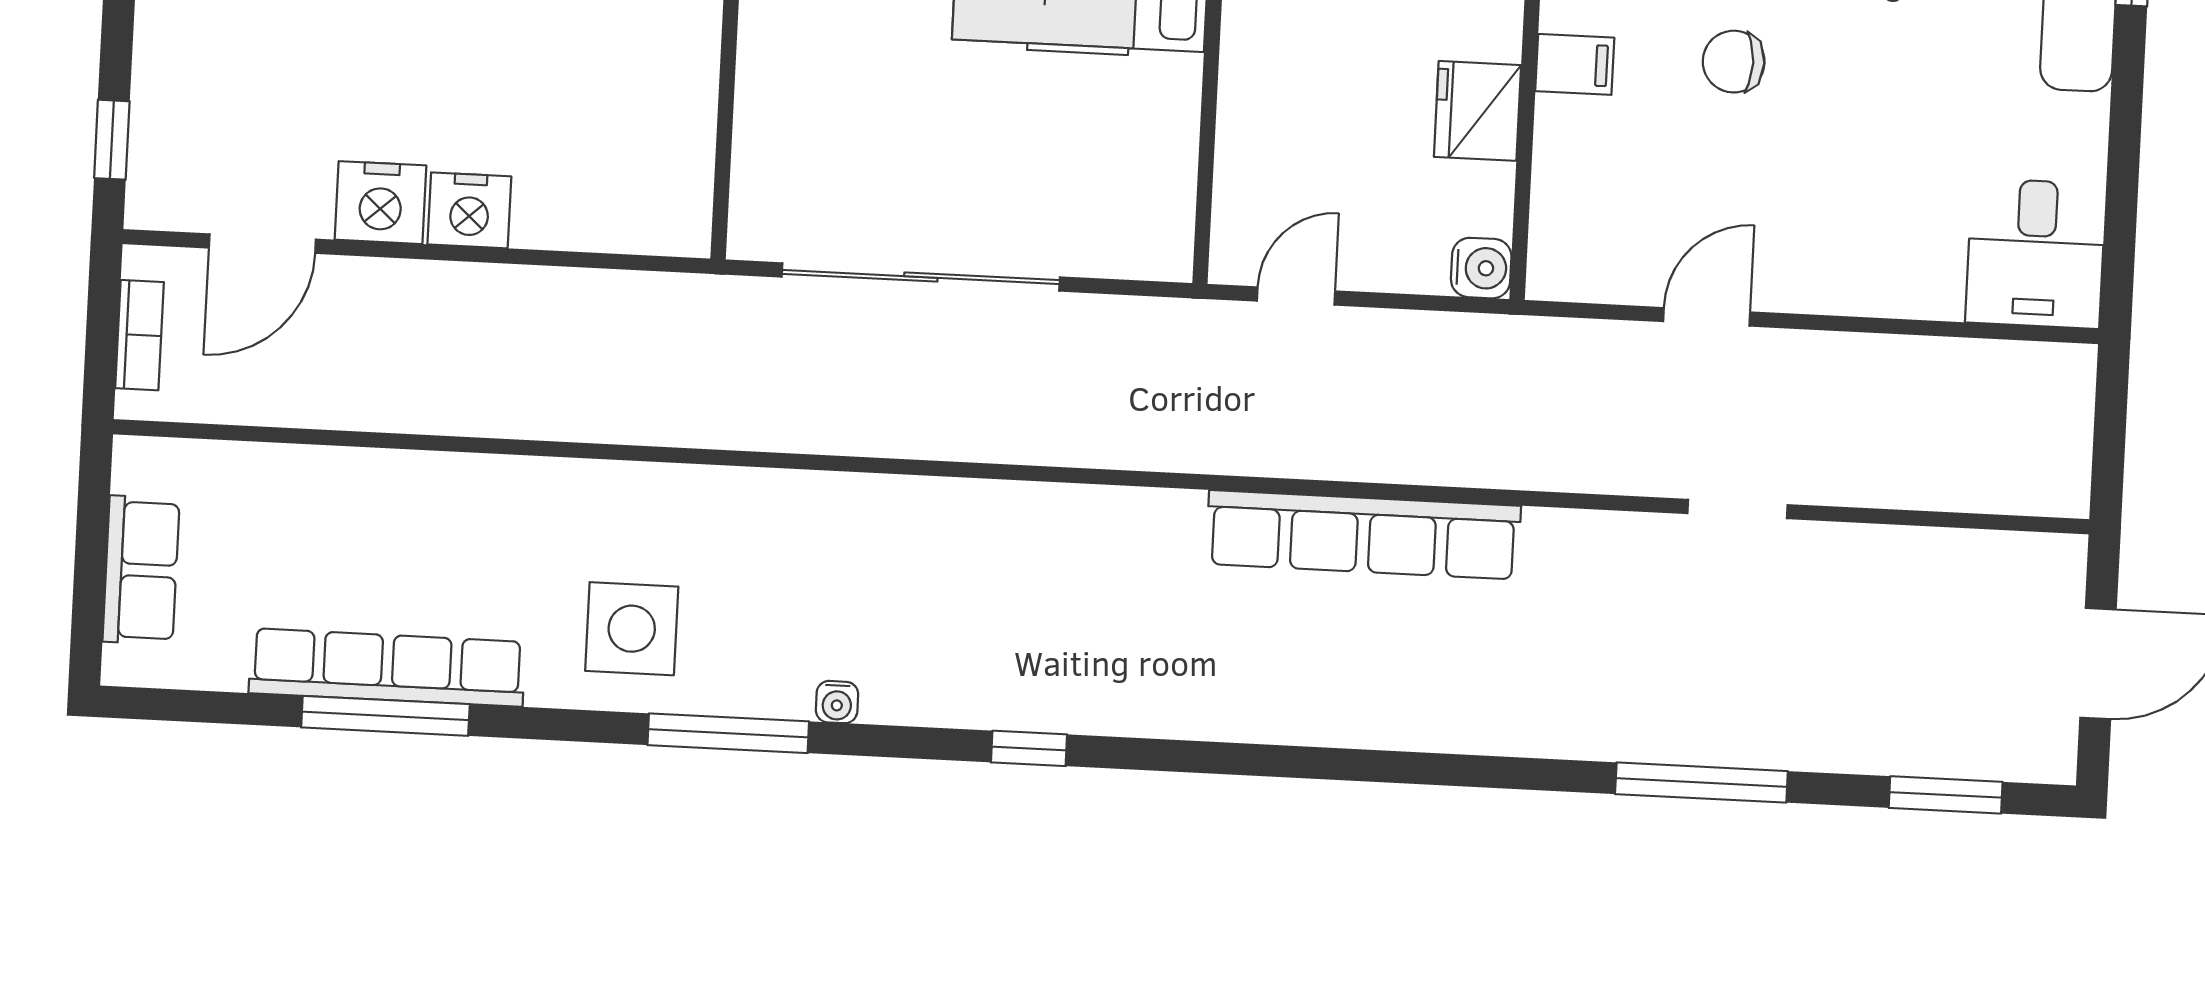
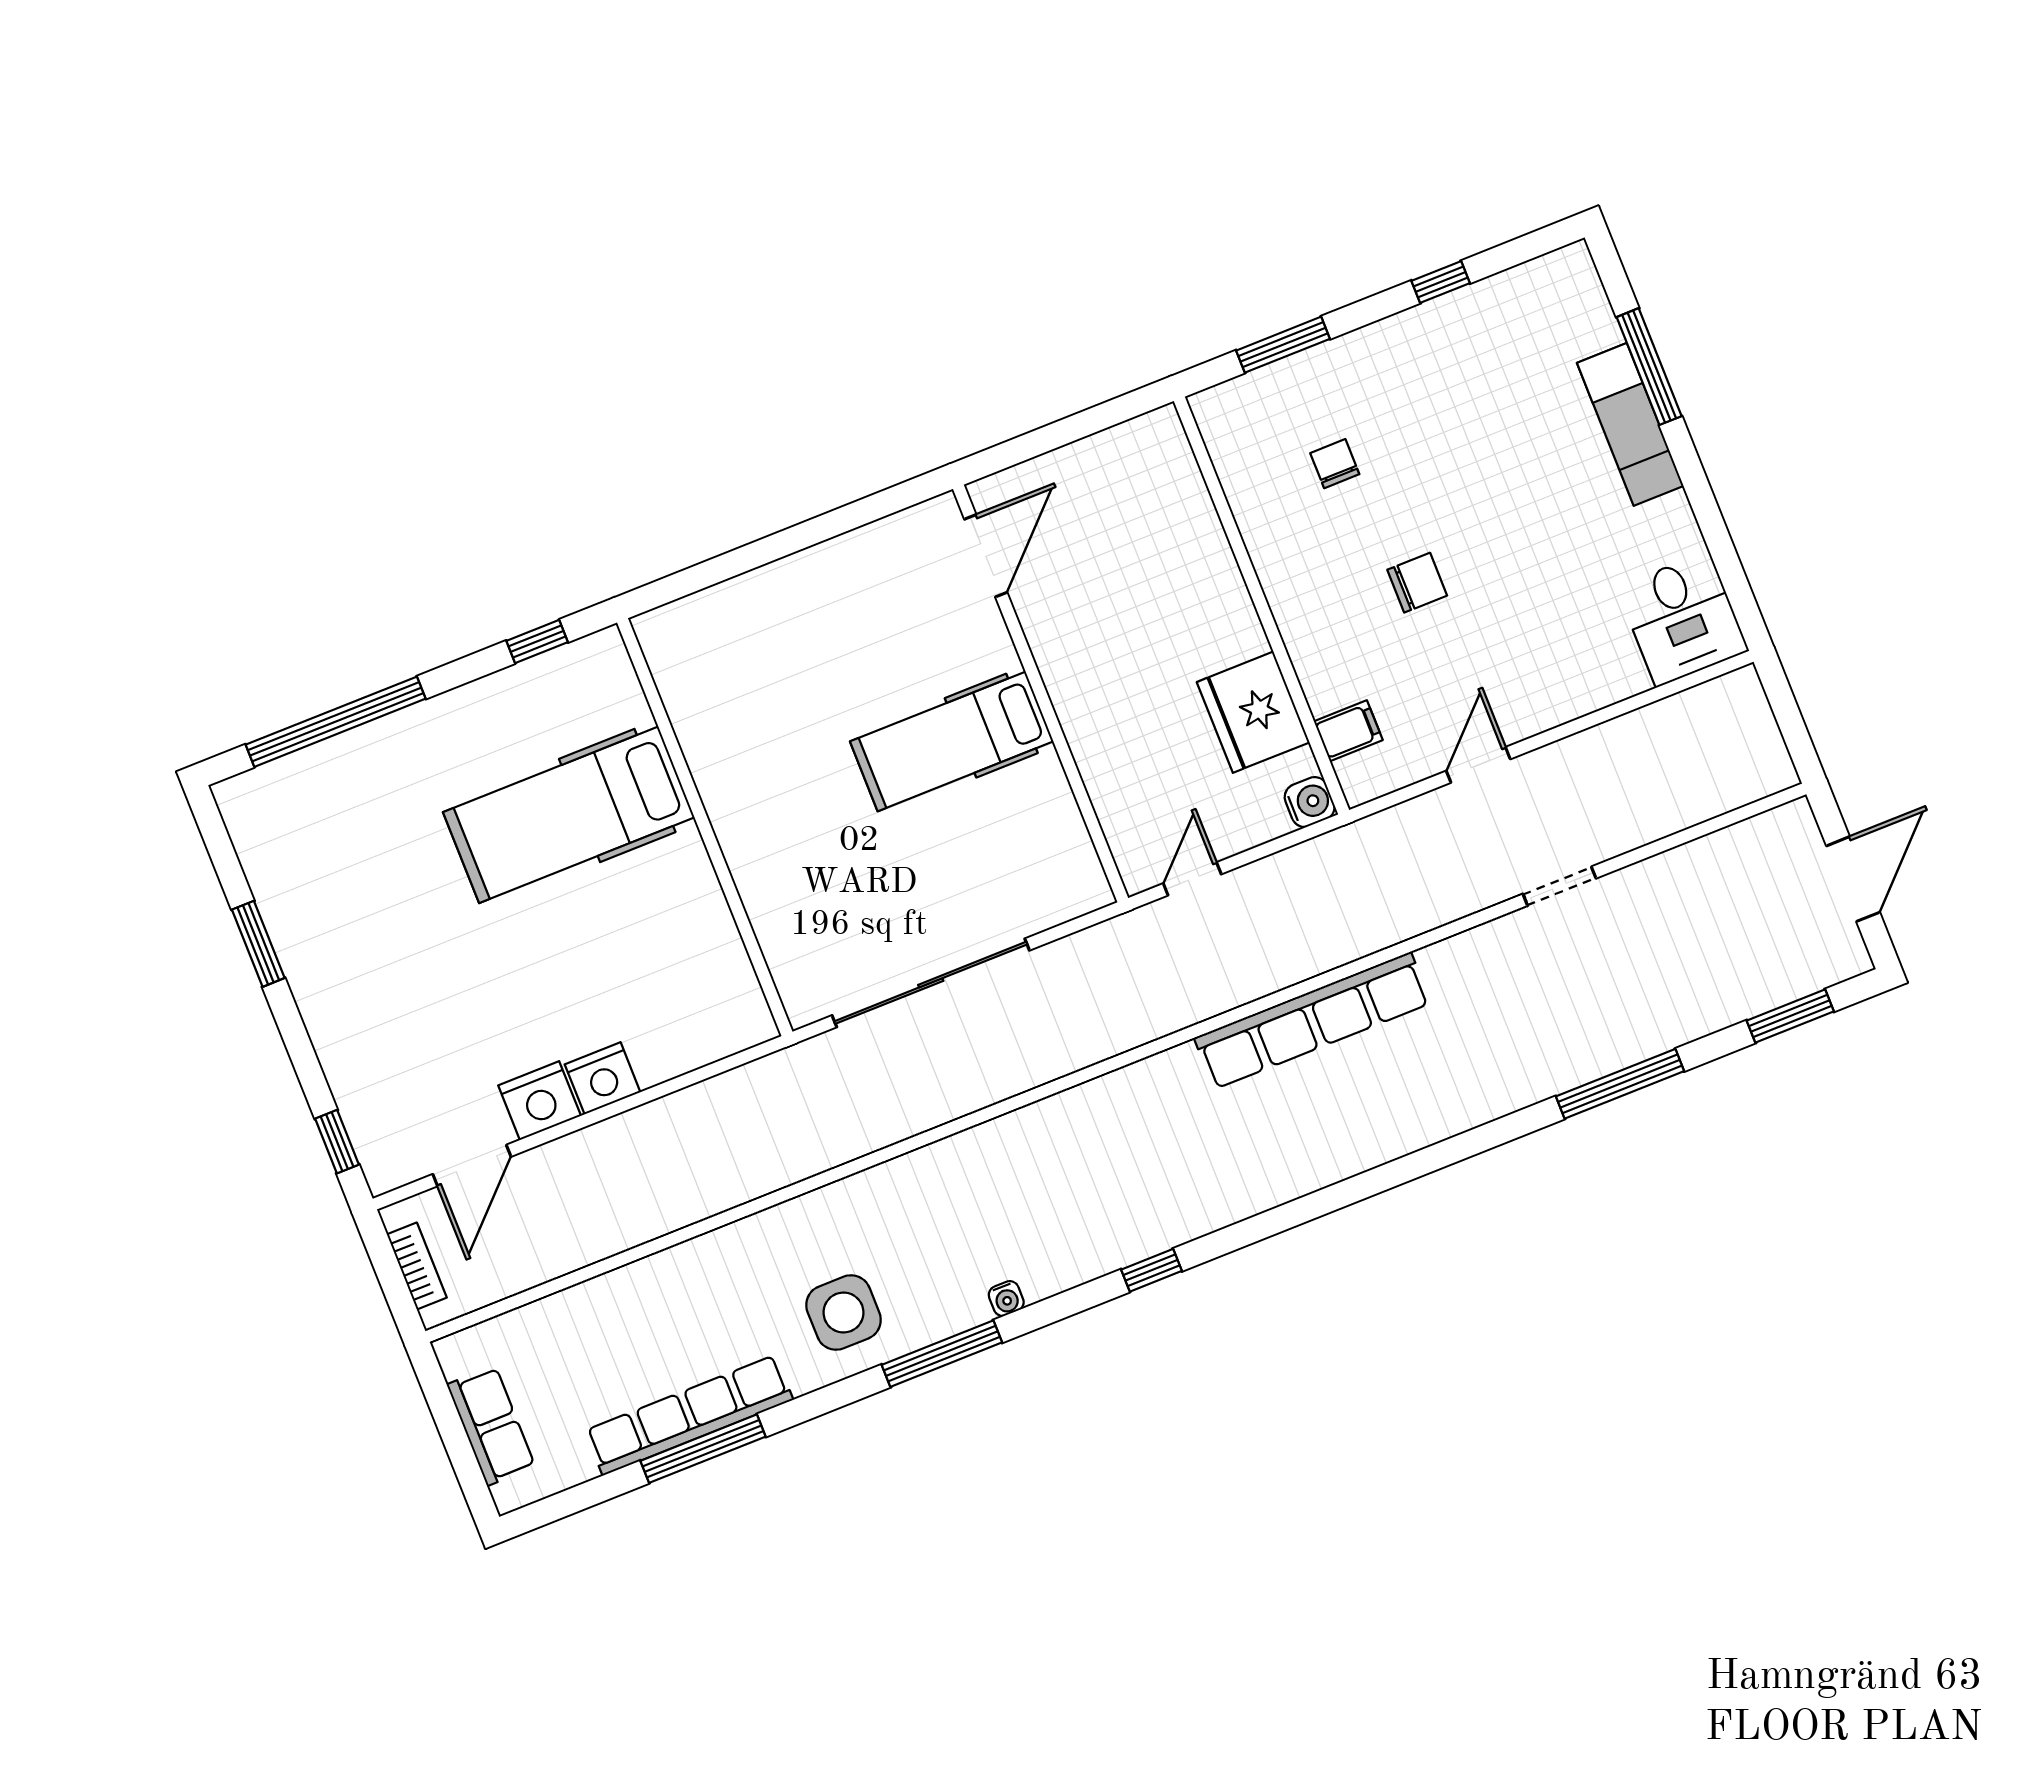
chair: (1734, 62) -> (1417, 583), turned 180
filing cabinet: (1575, 64) -> (1348, 731), moved
fridge: (1478, 111) -> (1253, 712), width x1.36, depth x1.34

